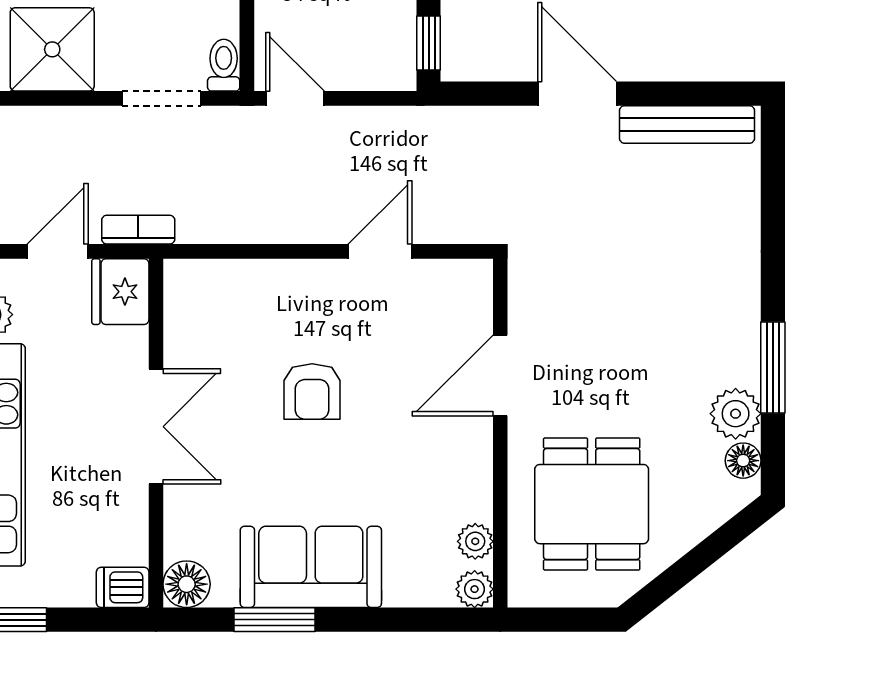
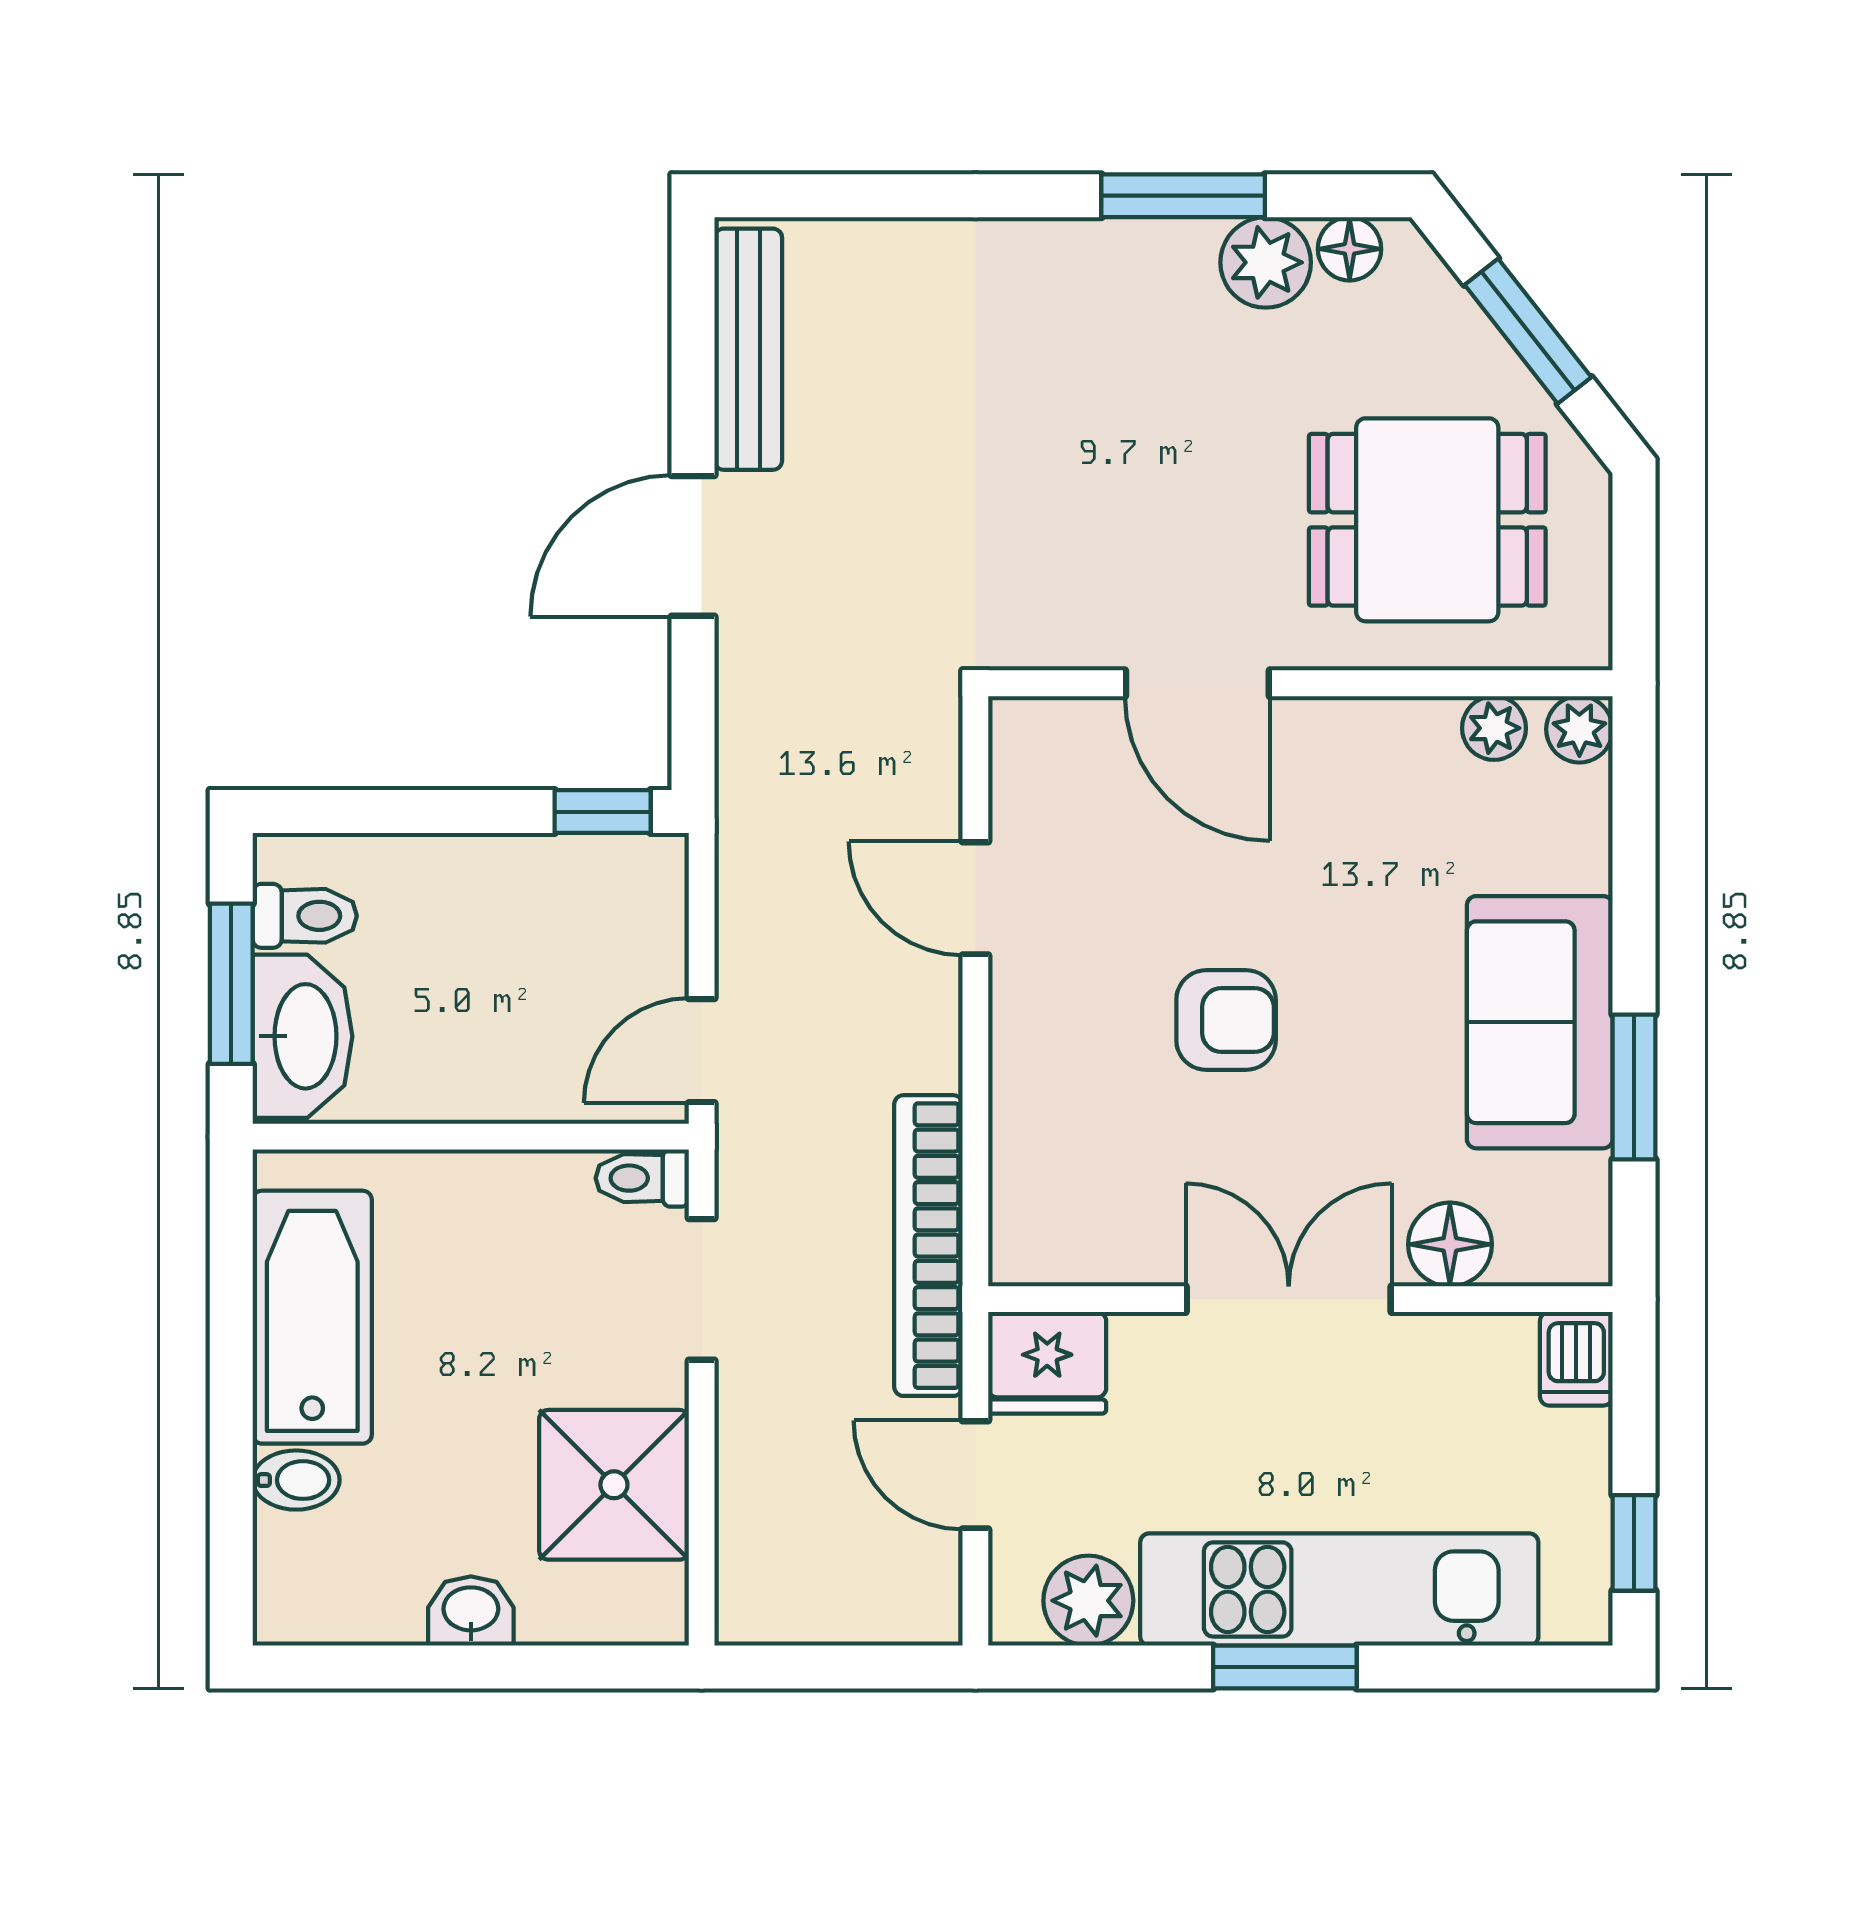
bookcase: (138, 230) -> (928, 1246), width x2.31, depth x1.31
window: (697, 560) -> (1528, 331), added
floor lamp: (187, 584) -> (1450, 1244), moved

